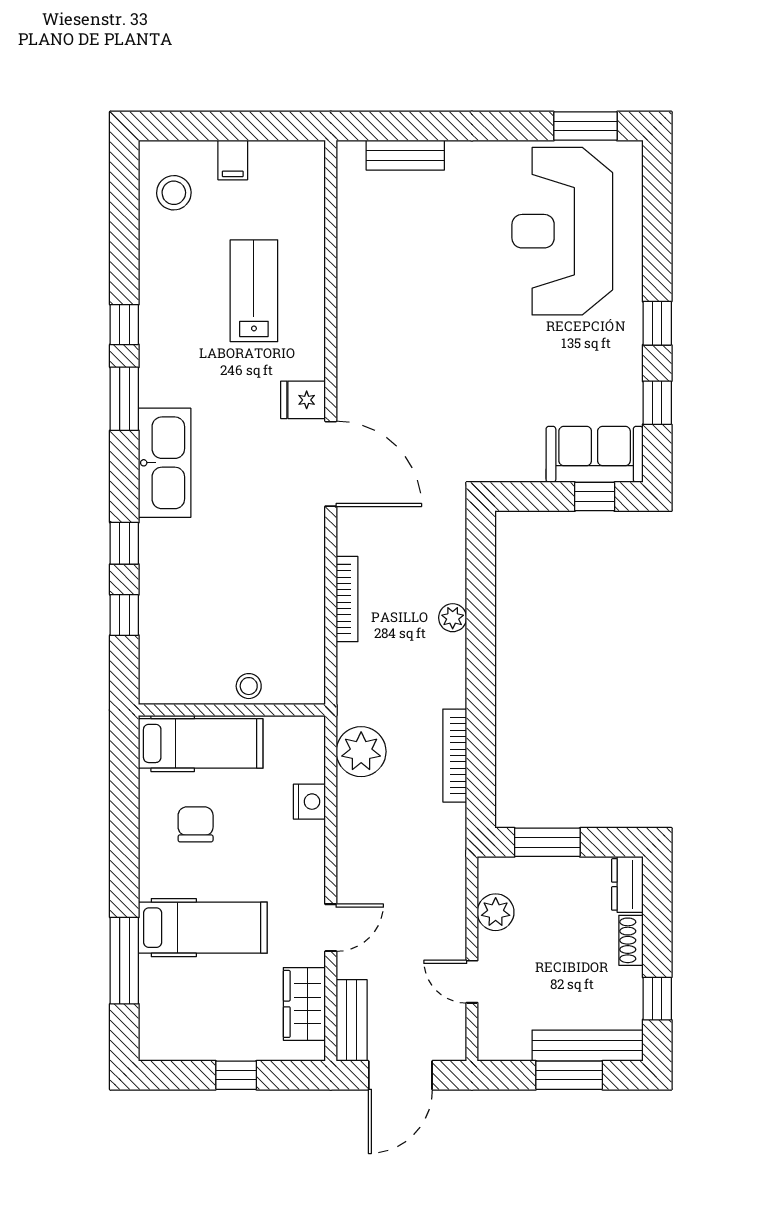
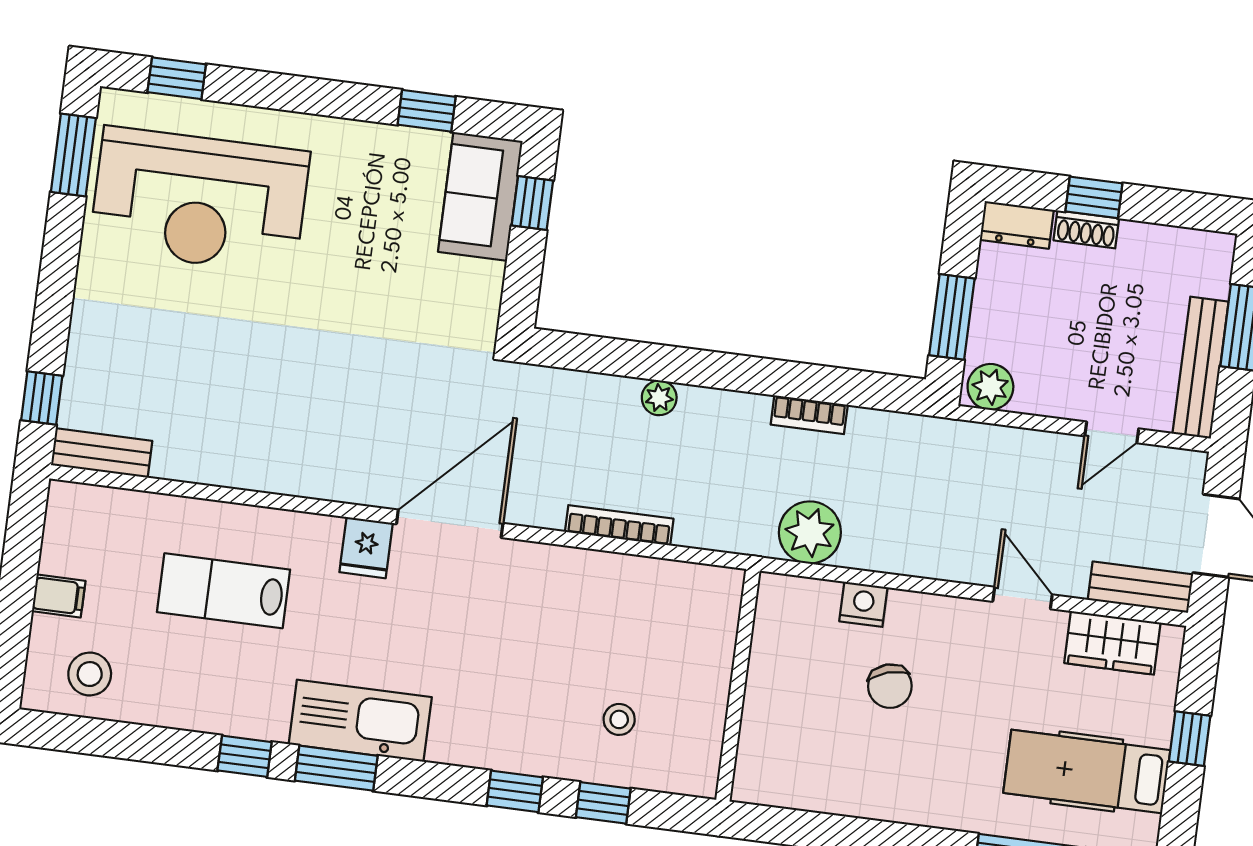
window: (389, 126) -> (42, 398), added
bench: (405, 155) -> (102, 453), moved, turned 90
window: (657, 323) -> (177, 78), moved
kitchen sink: (165, 463) -> (360, 721), moved
stool: (249, 686) -> (619, 719), moved
hospital bed: (201, 743) -> (774, 729), removed
bookcase: (455, 756) -> (809, 415), width x0.64
chair: (196, 824) -> (890, 686), moved, turned -107
plant: (496, 912) -> (990, 387), moved
hospital bed: (203, 928) -> (1087, 772), moved, turned -90
window: (657, 999) -> (1094, 197), moved
bench: (588, 1046) -> (1201, 368), moved

